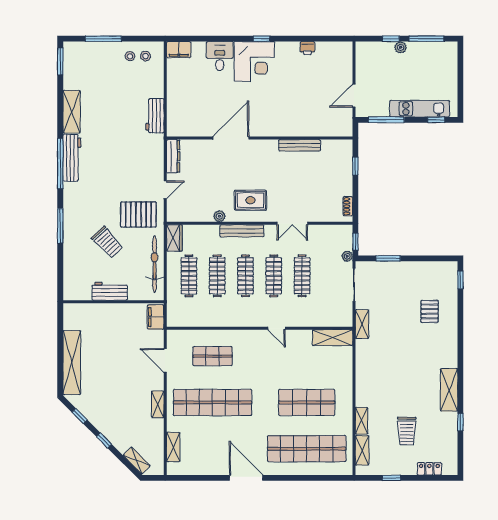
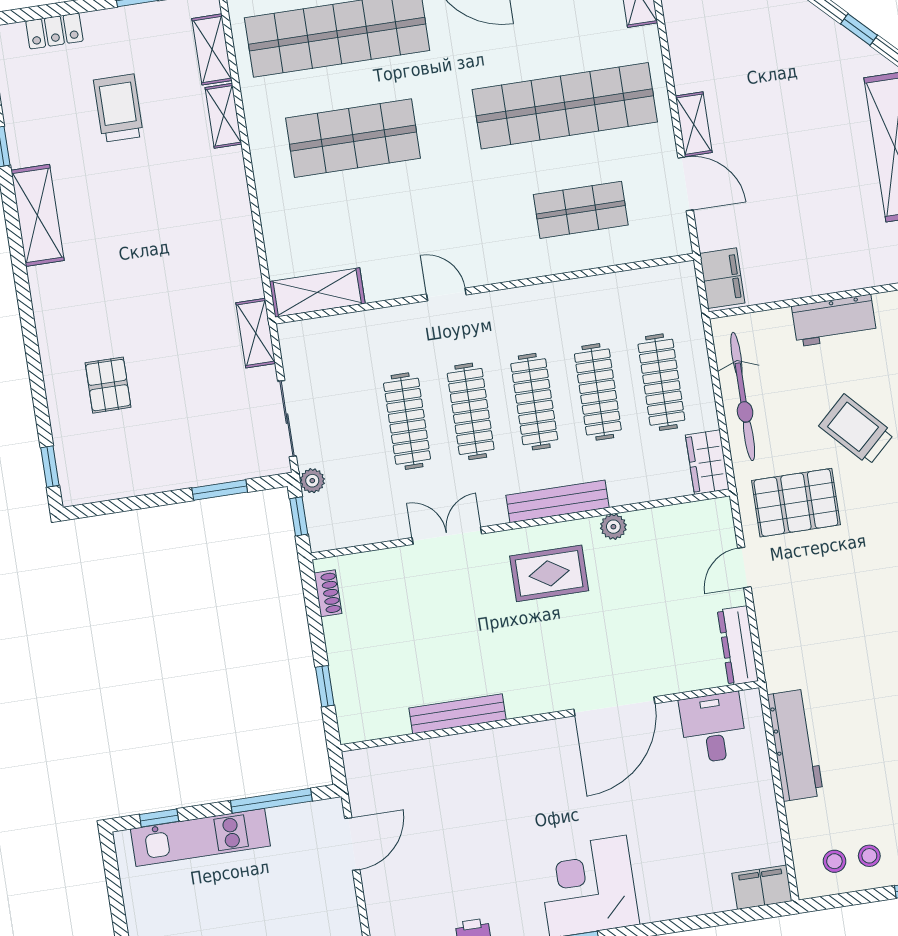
desk: (220, 56) -> (713, 728), moved, turned 180
workbench: (155, 116) -> (795, 745), width x1.37
shelving: (158, 404) -> (694, 124), moved

